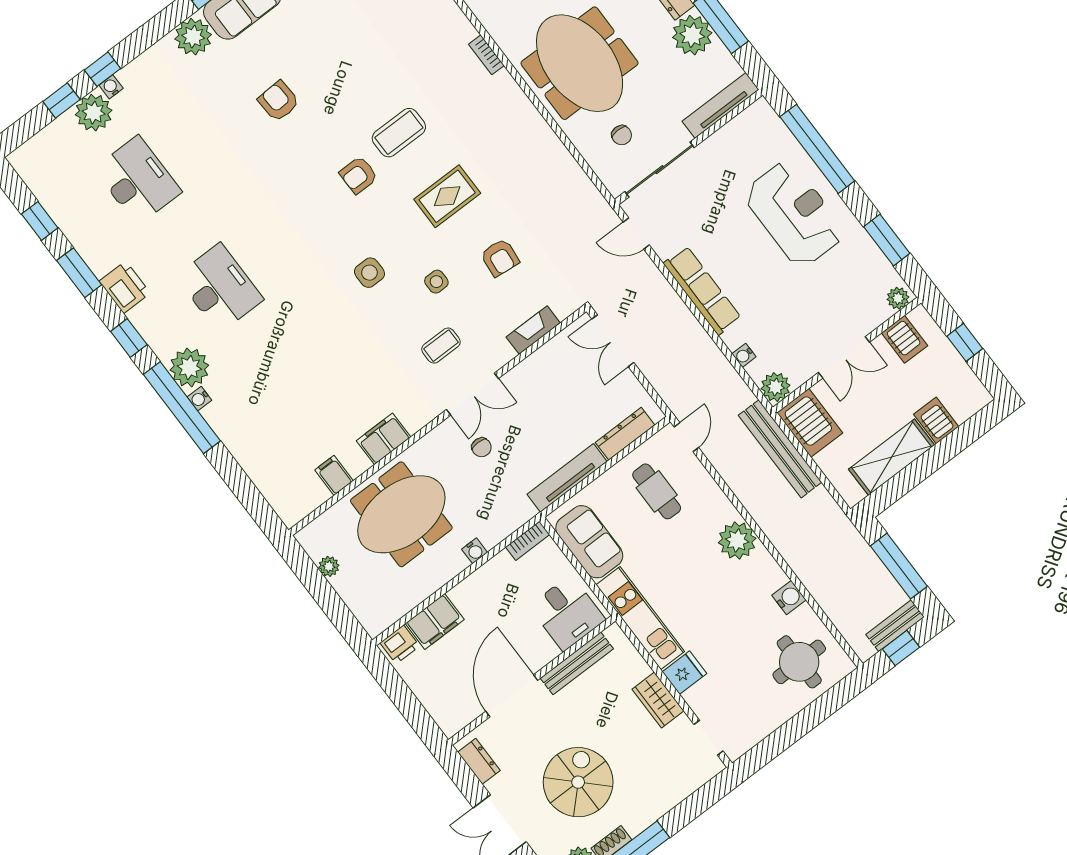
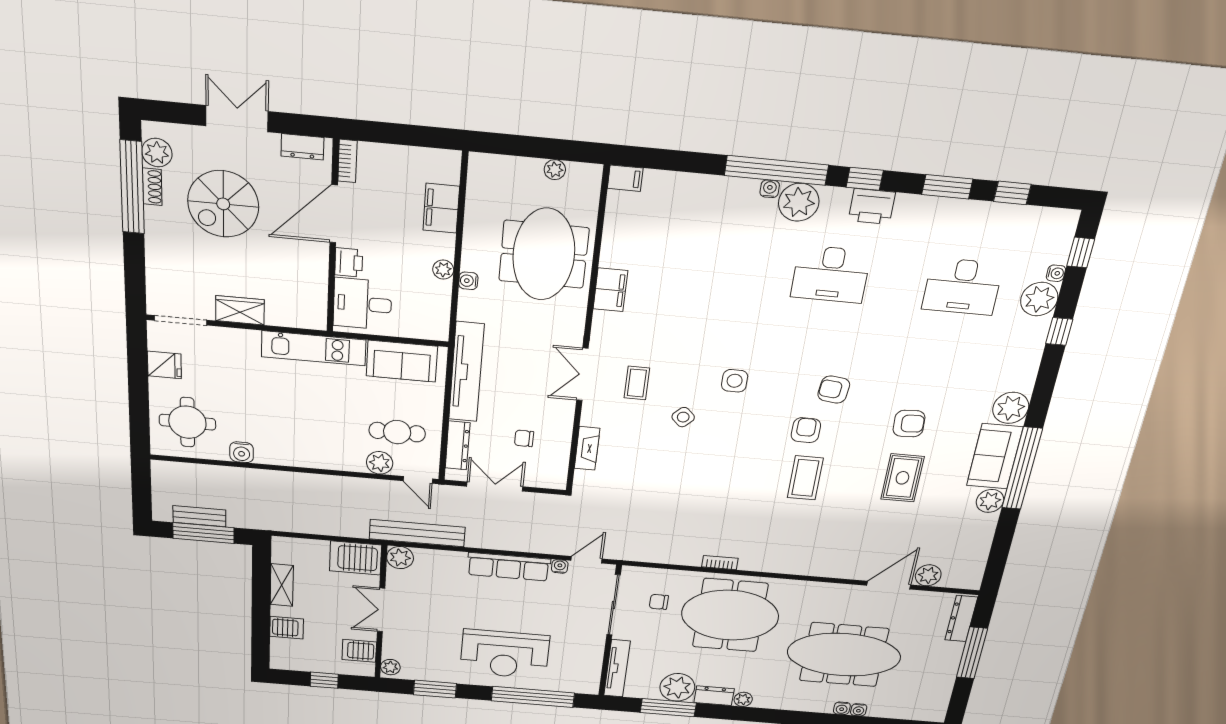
bookcase: (486, 55) -> (720, 563), moved
water cooler: (111, 87) -> (1056, 273), moved
window: (61, 101) -> (1081, 252), moved
rug: (447, 196) -> (902, 478), moved
armchair: (500, 258) -> (834, 390), moved
side table: (436, 282) -> (683, 417), turned 45
printer: (125, 287) -> (872, 206), moved
double door: (613, 341) -> (495, 487), moved
water cooler: (744, 355) -> (560, 566), moved
chair: (481, 447) -> (524, 438), moved
bench: (780, 449) -> (417, 533), moved
shelving: (892, 457) -> (282, 585), width x0.67, depth x0.75
filing cabinet: (334, 475) -> (625, 178), moved
tv unit: (567, 478) -> (466, 372), width x1.36, depth x1.29
bookcase: (528, 541) -> (347, 161), moved, turned 180
plant: (737, 541) -> (380, 463), moved, width x0.73, depth x0.73
plant: (483, 577) -> (443, 270), added
bench: (895, 626) -> (199, 516), moved, turned 90
printer: (400, 644) -> (349, 262), moved, turned 180
window: (901, 648) -> (142, 490), removed
bench: (577, 663) -> (318, 279), removed
fridge: (684, 673) -> (164, 365), moved, turned -90
door: (512, 696) -> (334, 214), swing flipped
doorway: (708, 738) -> (181, 320), width x1.38
spiral stairs: (578, 782) -> (223, 204), turned 90

